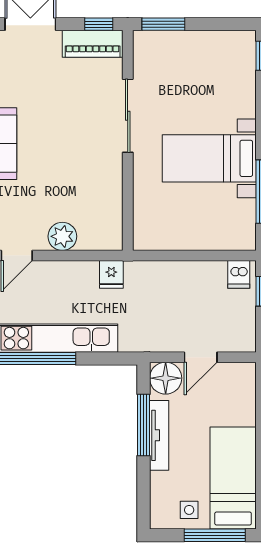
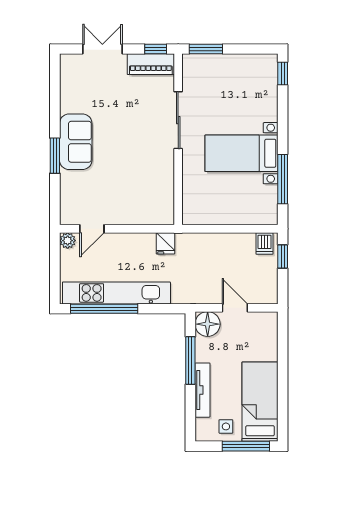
plant: (62, 236) -> (127, 214), removed
door: (201, 357) -> (235, 308), swing flipped
tv unit: (159, 435) -> (202, 390), moved

